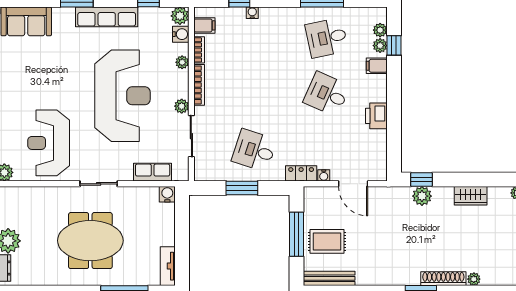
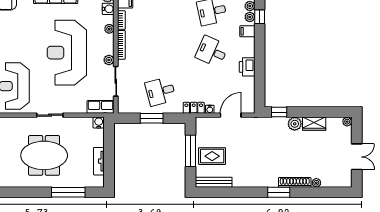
reception desk: (122, 96) -> (67, 53), turned 180
desk: (254, 150) -> (160, 91), turned -33
row of seats: (153, 172) -> (101, 107), moved
door: (353, 184) -> (231, 115), swing flipped
plant: (422, 196) -> (295, 124), moved
tv unit: (168, 266) -> (99, 161), moved

